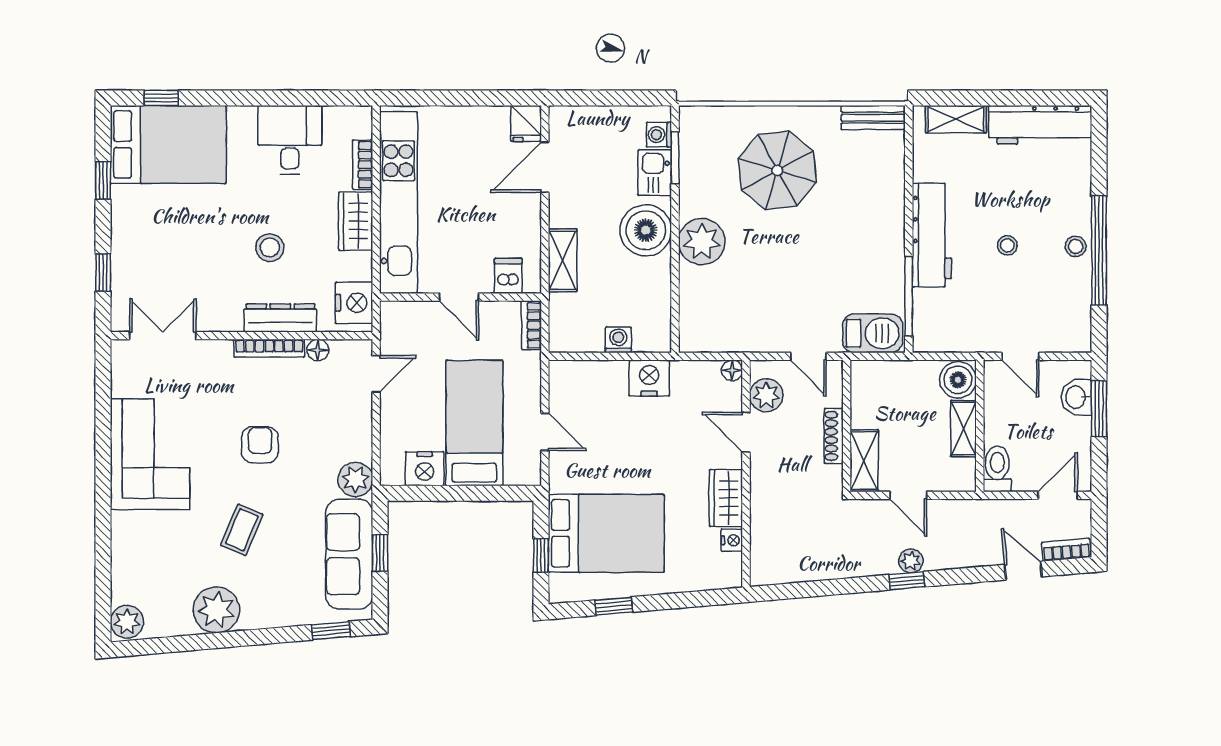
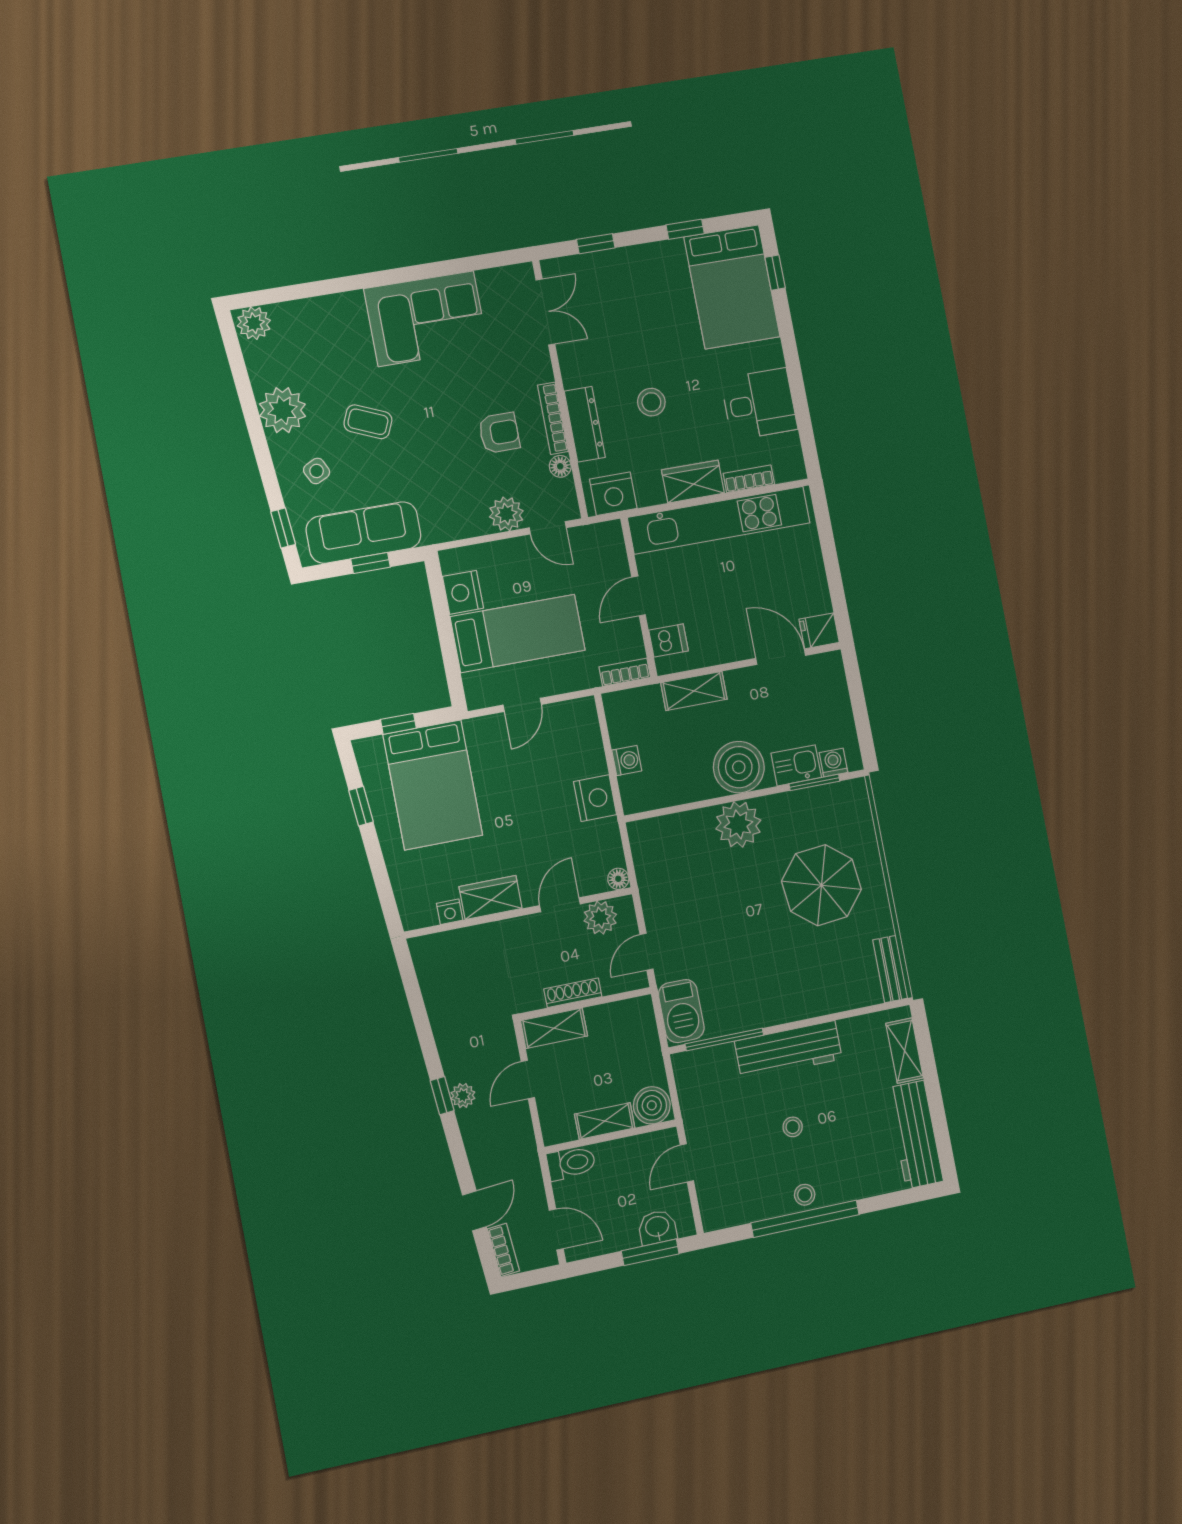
armchair: (260, 445) -> (499, 433), moved
plant: (355, 479) -> (506, 514), moved
side table: (281, 588) -> (317, 471), added

